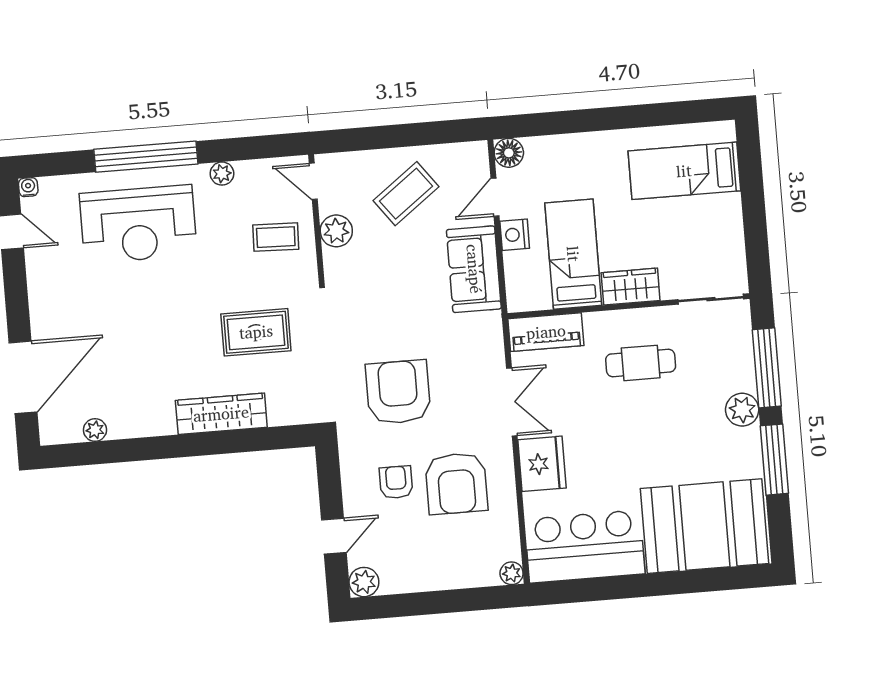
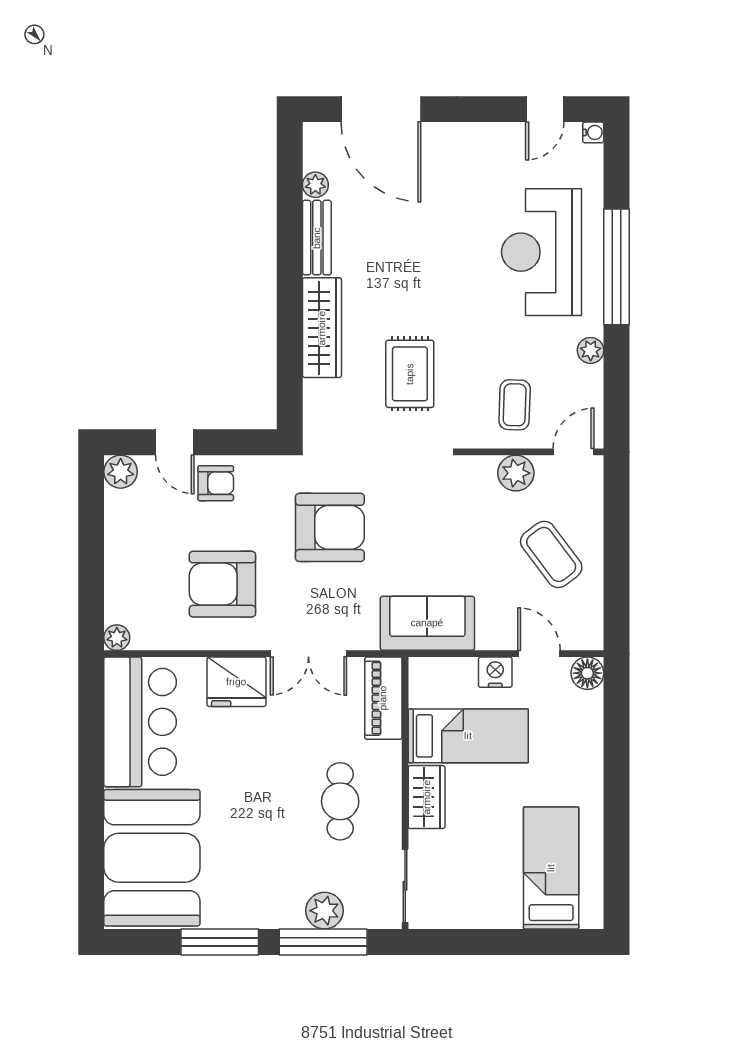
sofa: (474, 269) -> (427, 623), moved
plant: (742, 410) -> (324, 911), moved
bench: (142, 425) -> (317, 238), added
armchair: (396, 482) -> (216, 483), moved

